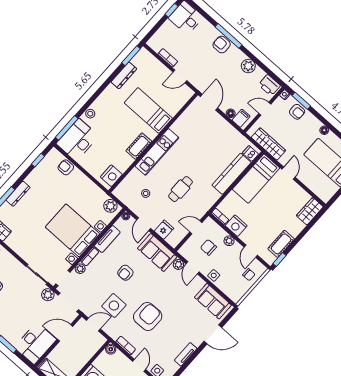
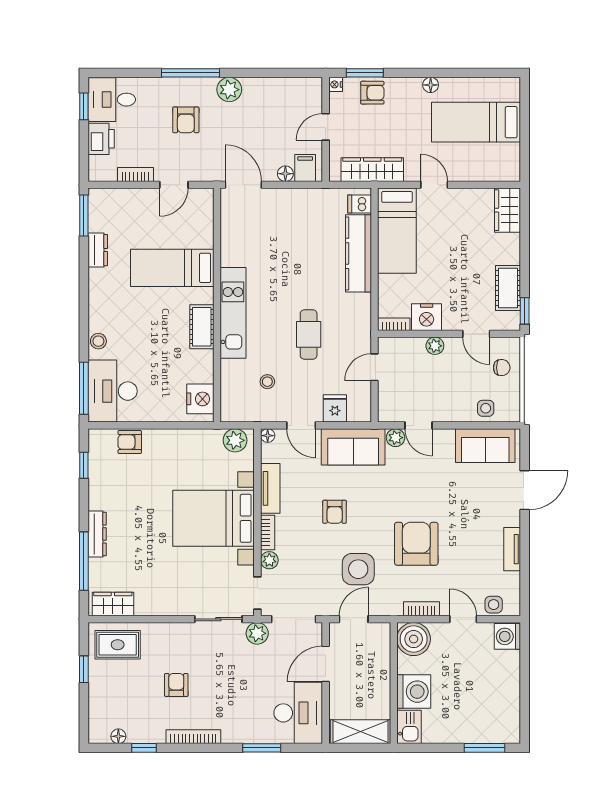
armchair: (222, 45) -> (186, 120), moved, turned -90
plant: (248, 66) -> (229, 90), moved
dresser: (124, 75) -> (98, 250), width x0.70
printer: (269, 85) -> (101, 139), moved, turned -90
chair: (208, 247) -> (415, 379), removed
side table: (214, 275) -> (486, 408), moved
boiler: (111, 349) -> (414, 639), width x1.86, depth x1.86

